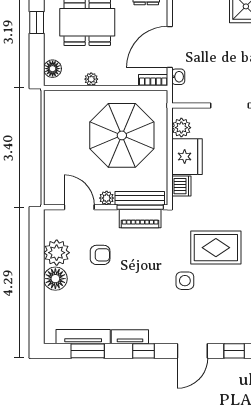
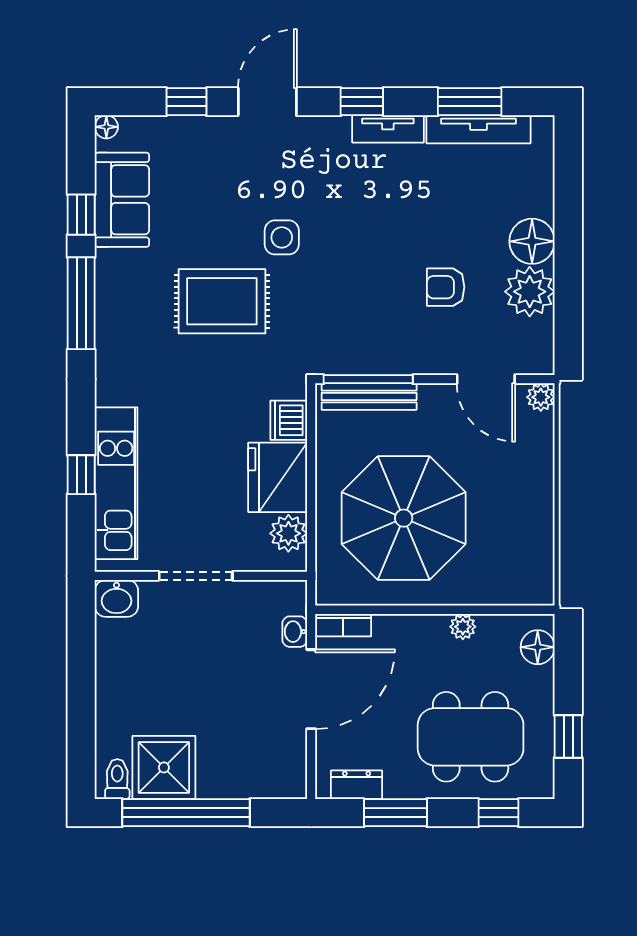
plant: (107, 198) -> (541, 397), moved
piano: (140, 219) -> (368, 357), removed

